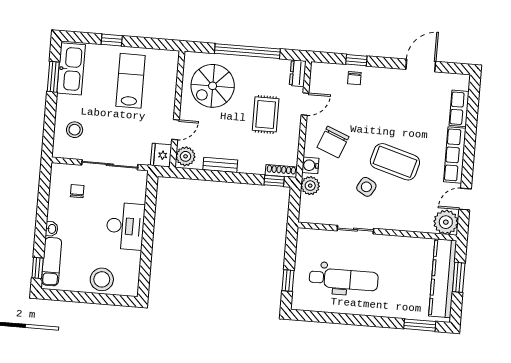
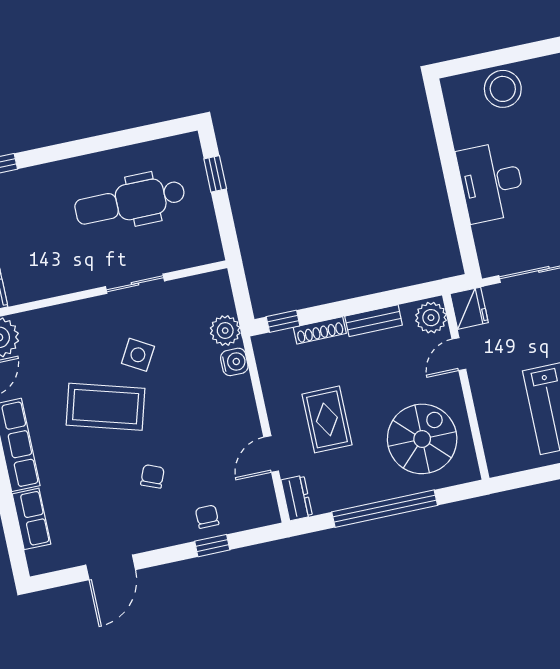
chair: (333, 142) -> (152, 476), moved, width x0.54, depth x0.54
shoe rack: (281, 171) -> (320, 330), moved

